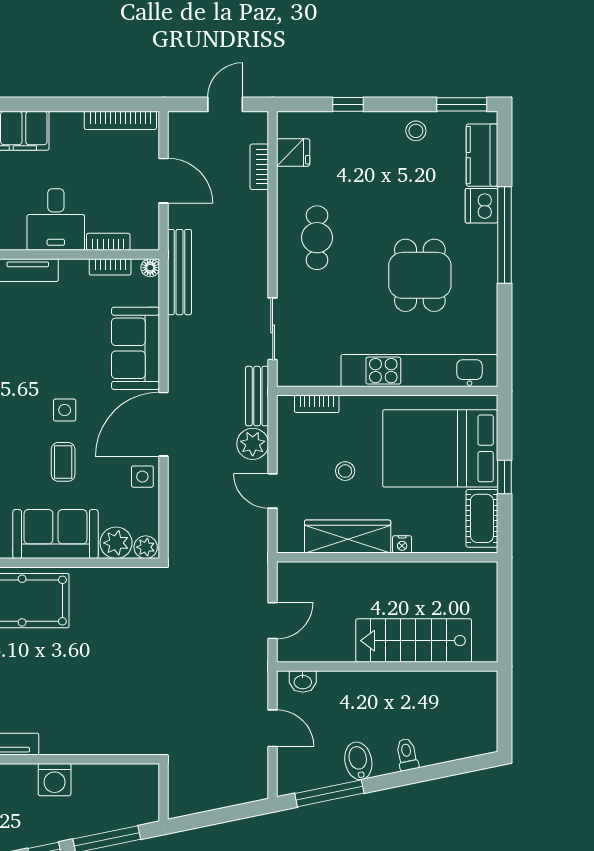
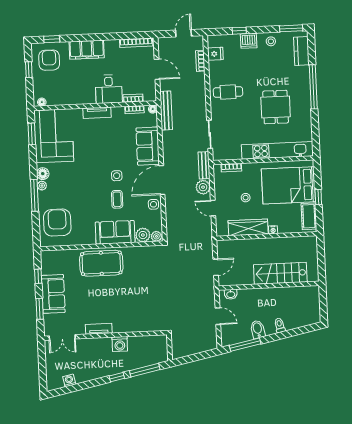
dishwasher: (482, 206) -> (249, 41), moved, turned -90
cafe table: (317, 238) -> (228, 92), turned 90

